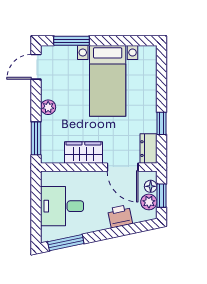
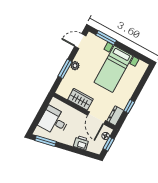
window: (36, 138) -> (65, 69), moved
plant: (149, 202) -> (100, 144), removed

